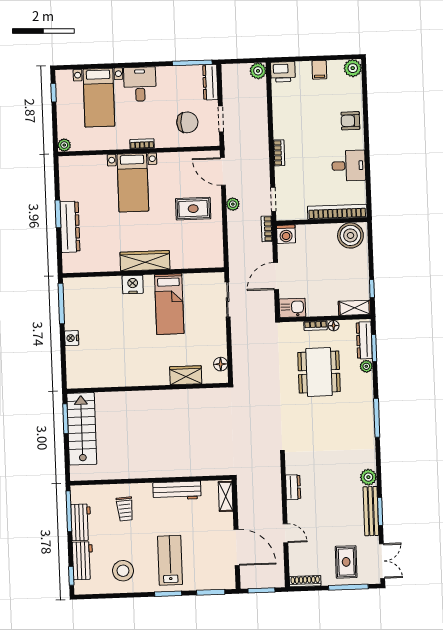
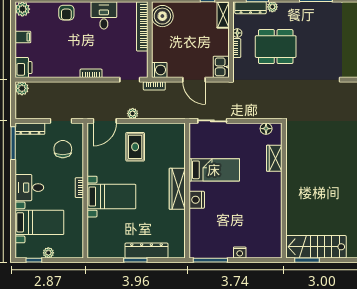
plant: (64, 145) -> (48, 253), moved

